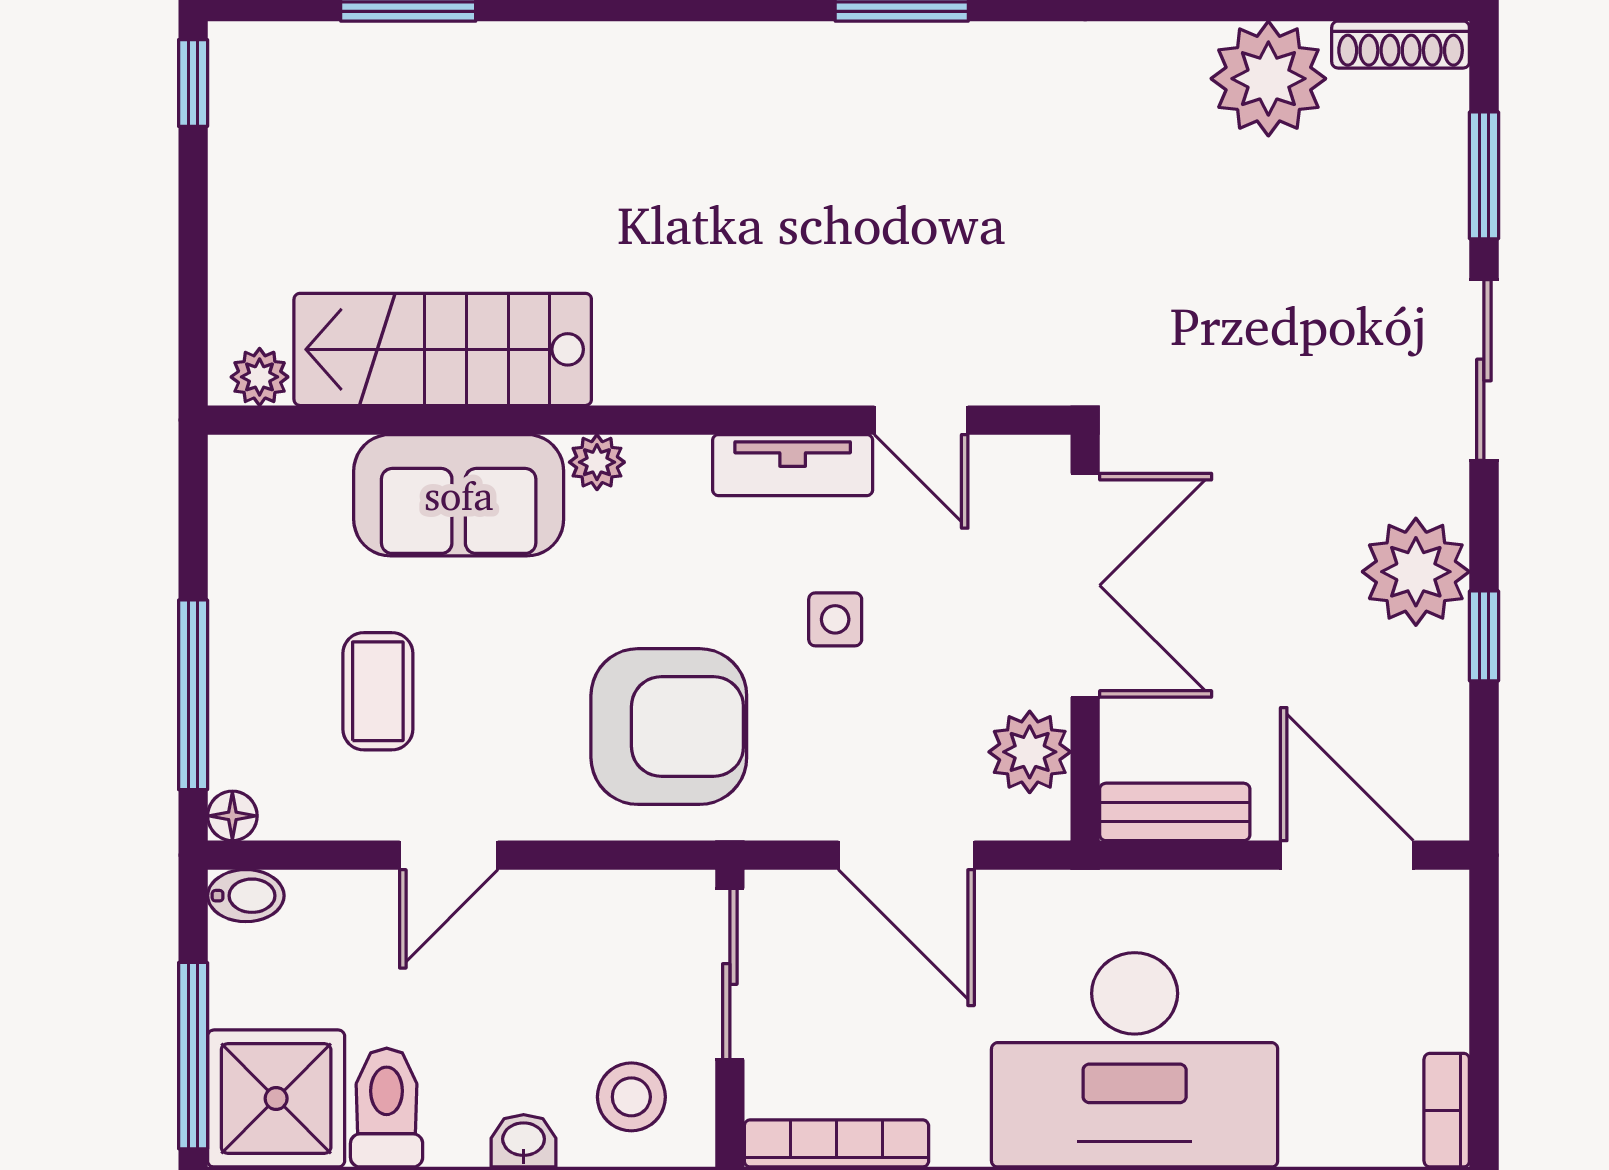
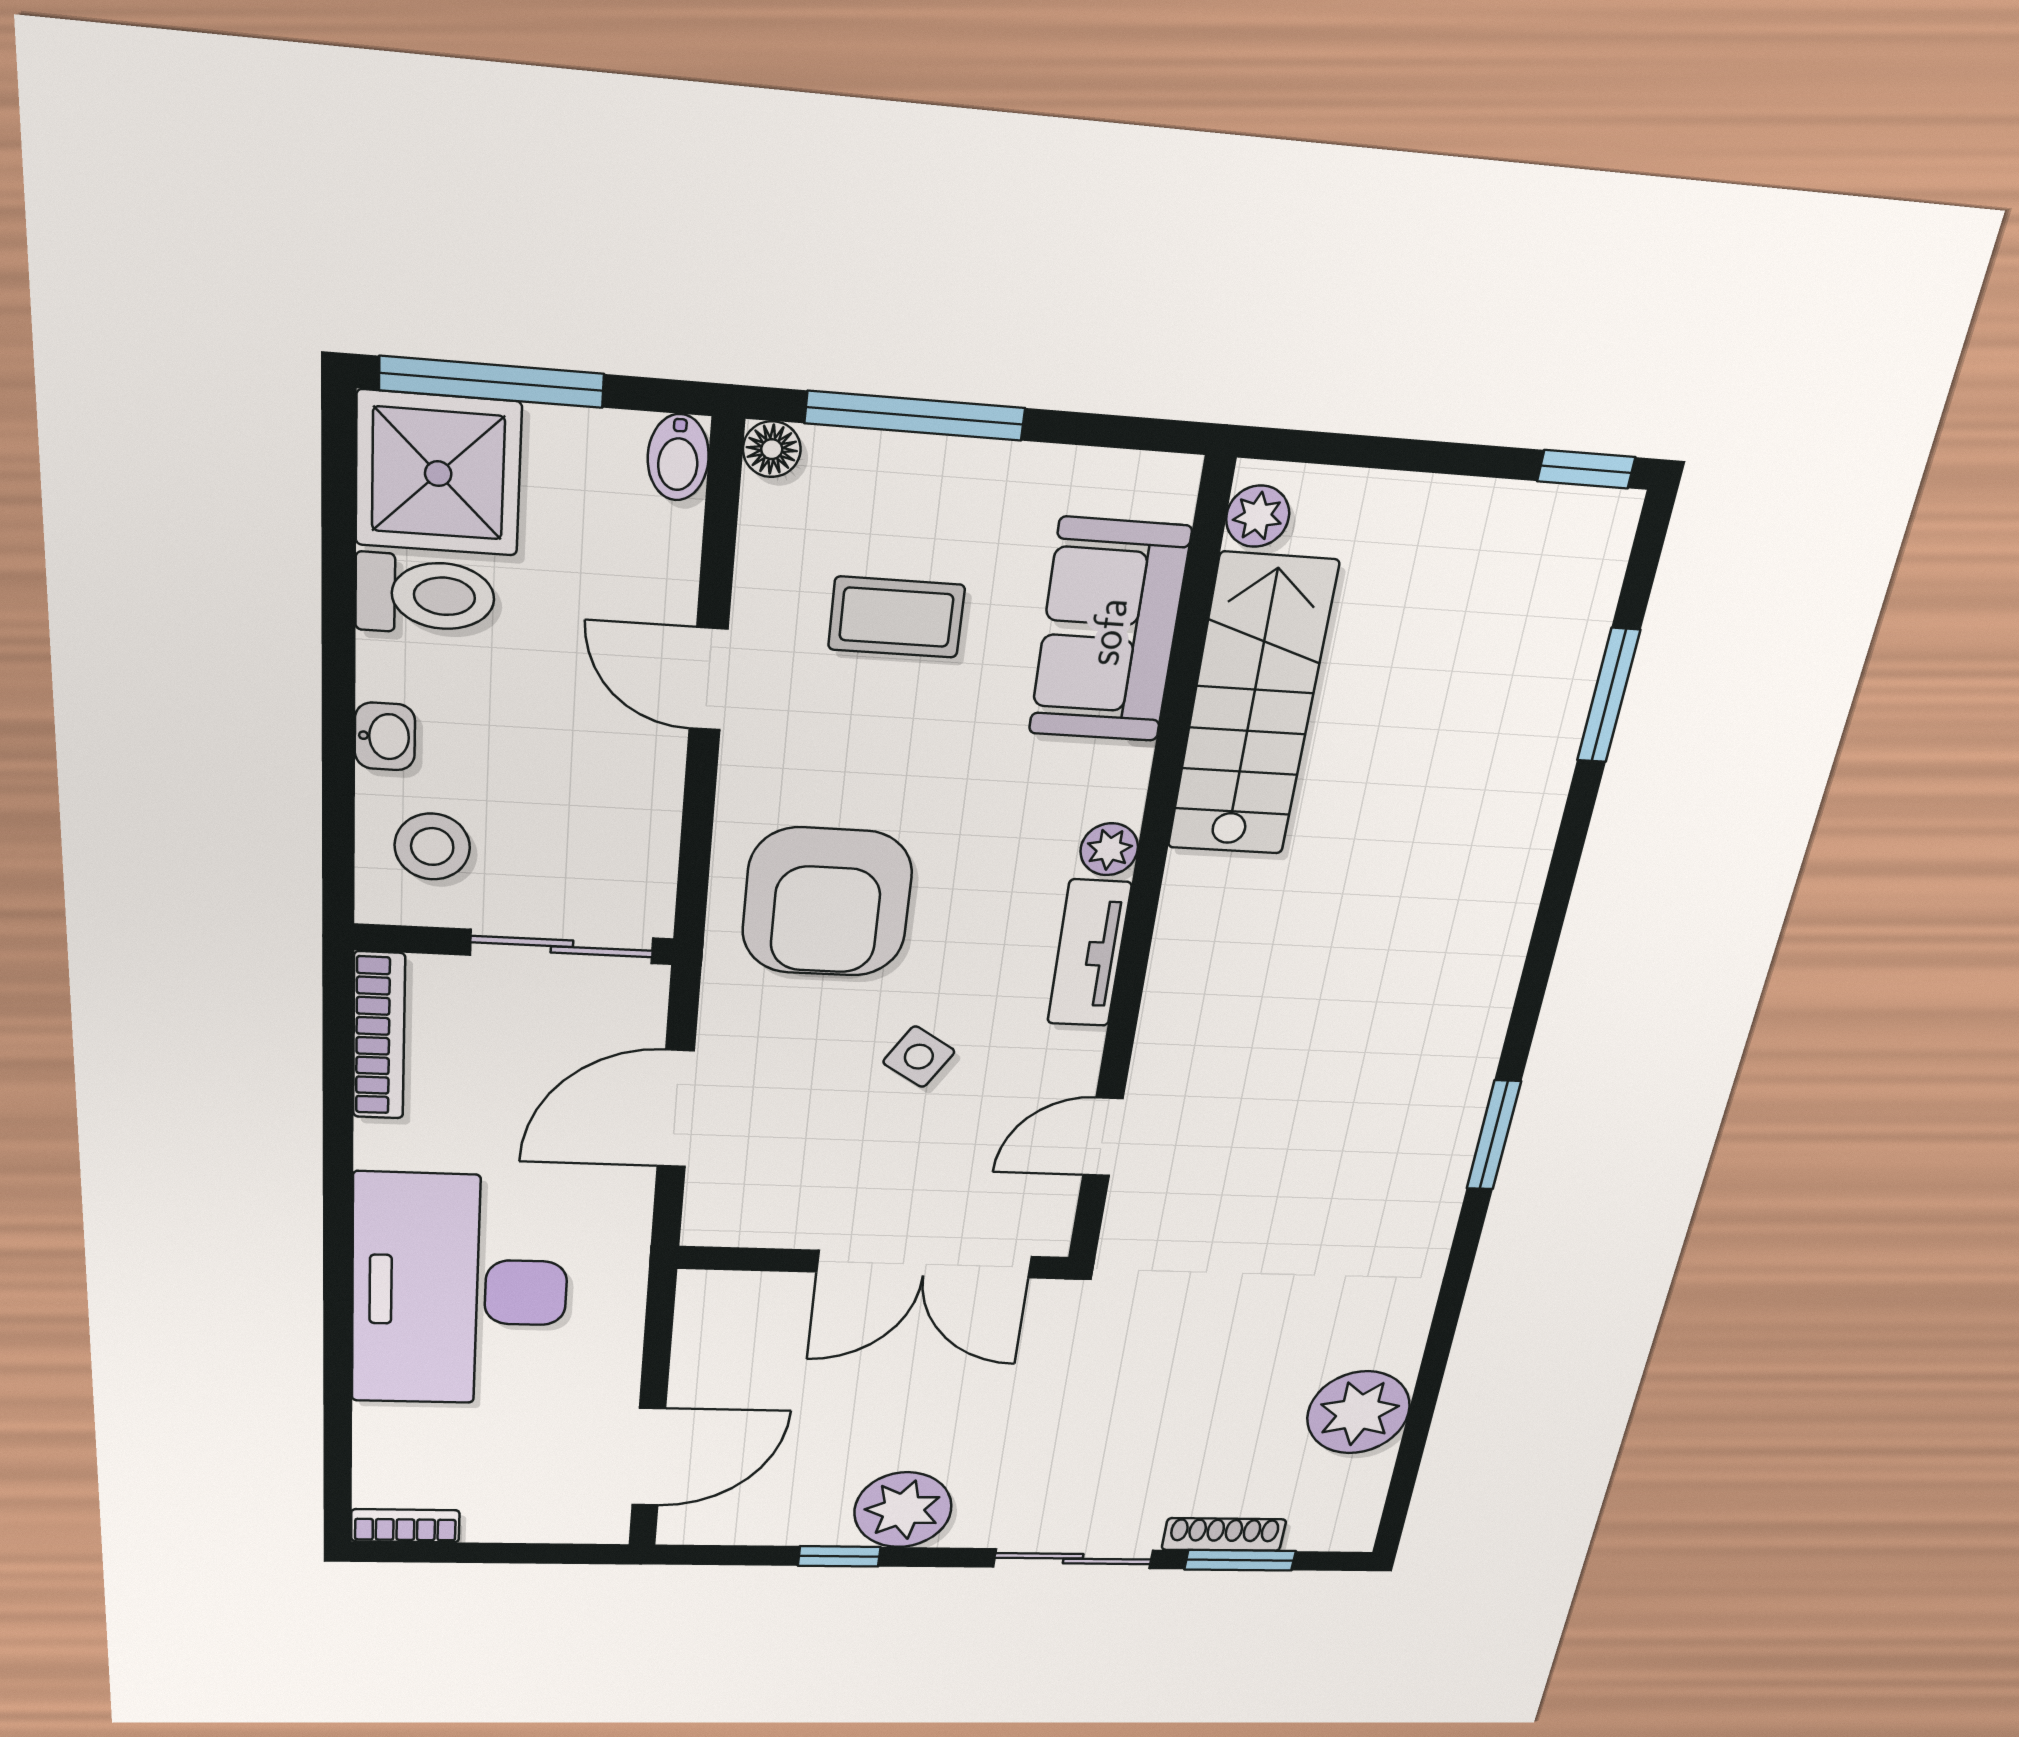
shoe rack: (1401, 45) -> (1224, 1535), moved, turned 90
tv unit: (793, 465) -> (1089, 953), moved
sofa: (459, 495) -> (1109, 631), moved
side table: (835, 619) -> (919, 1057), turned 32
plant: (1030, 752) -> (769, 1215), removed
bench: (1175, 812) -> (700, 1329), removed

